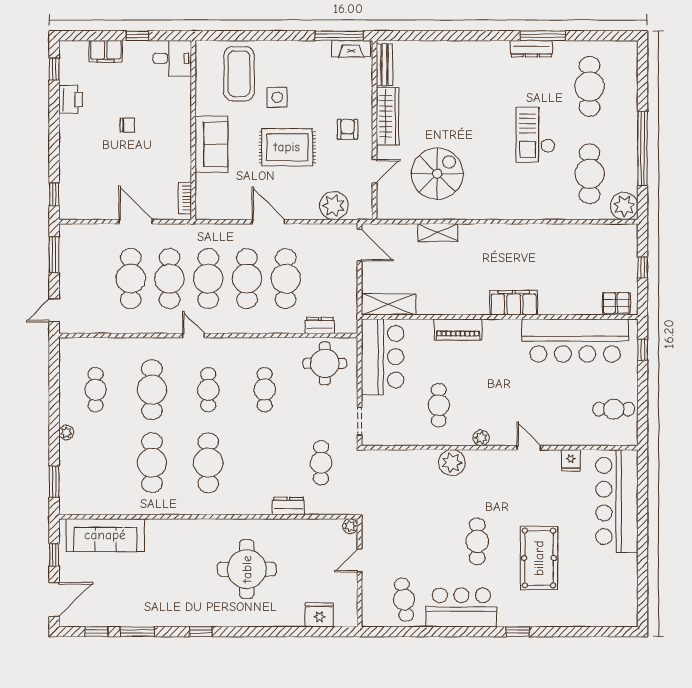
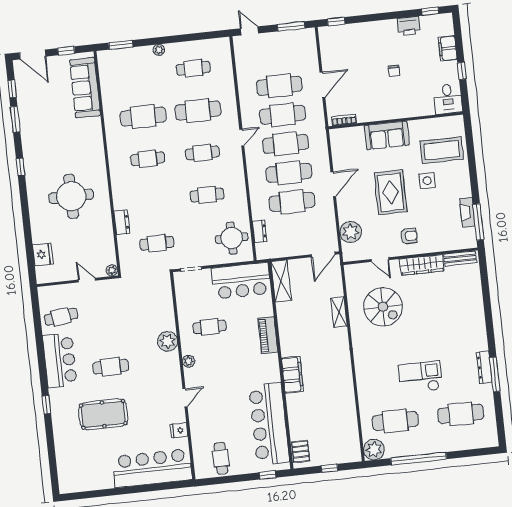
fireplace: (351, 49) -> (467, 212), moved
cafe table: (208, 463) -> (148, 159), width x0.73, depth x0.74

